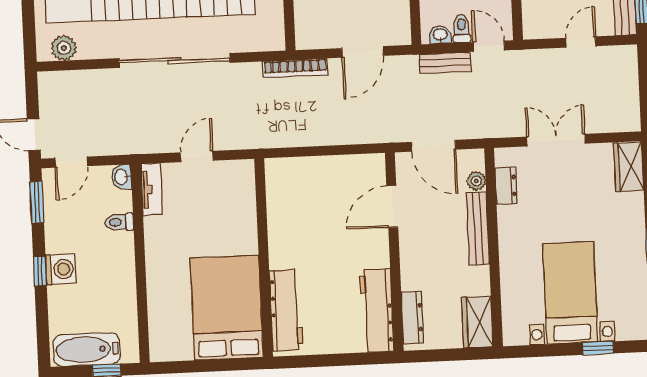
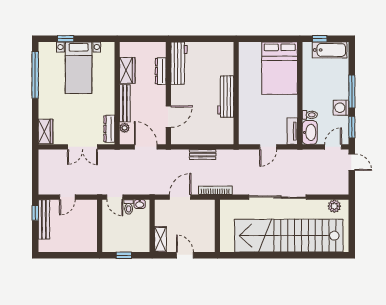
bench: (445, 63) -> (203, 154), moved
washbasin: (122, 177) -> (310, 132), width x1.91, depth x1.45
dresser: (506, 186) -> (109, 129), width x1.44
washing machine: (61, 269) -> (341, 108), moved
window: (40, 271) -> (352, 91), width x2.17
bed: (227, 308) -> (280, 68), moved
workbench: (286, 310) -> (226, 97), moved
dresser: (412, 318) -> (161, 71), moved
wardrobe: (477, 322) -> (127, 70), moved

